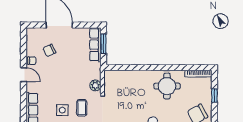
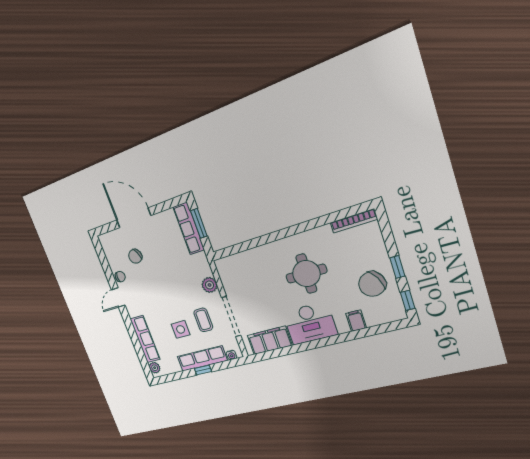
door: (24, 75) -> (118, 297), swing flipped
round table: (167, 86) -> (306, 274), moved
window: (214, 96) -> (397, 267), moved

